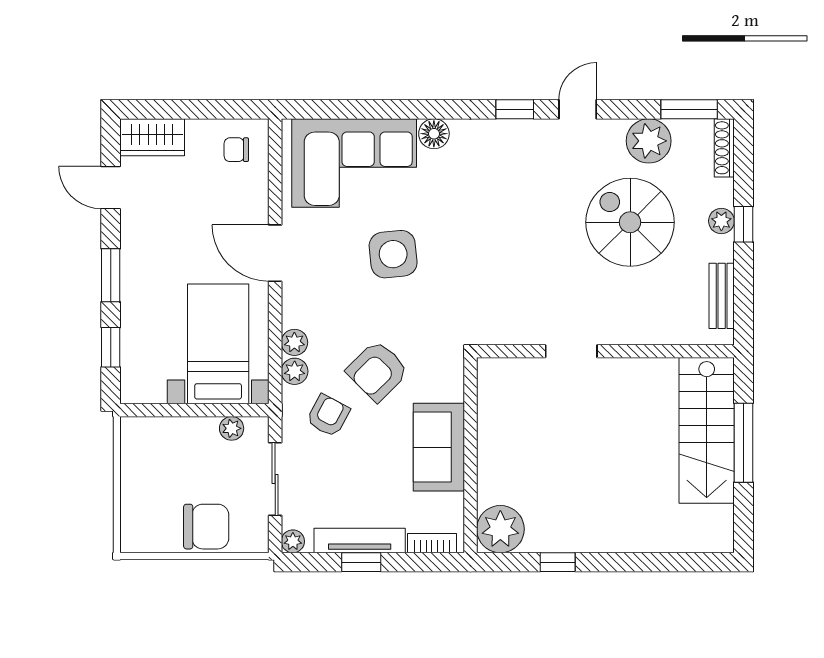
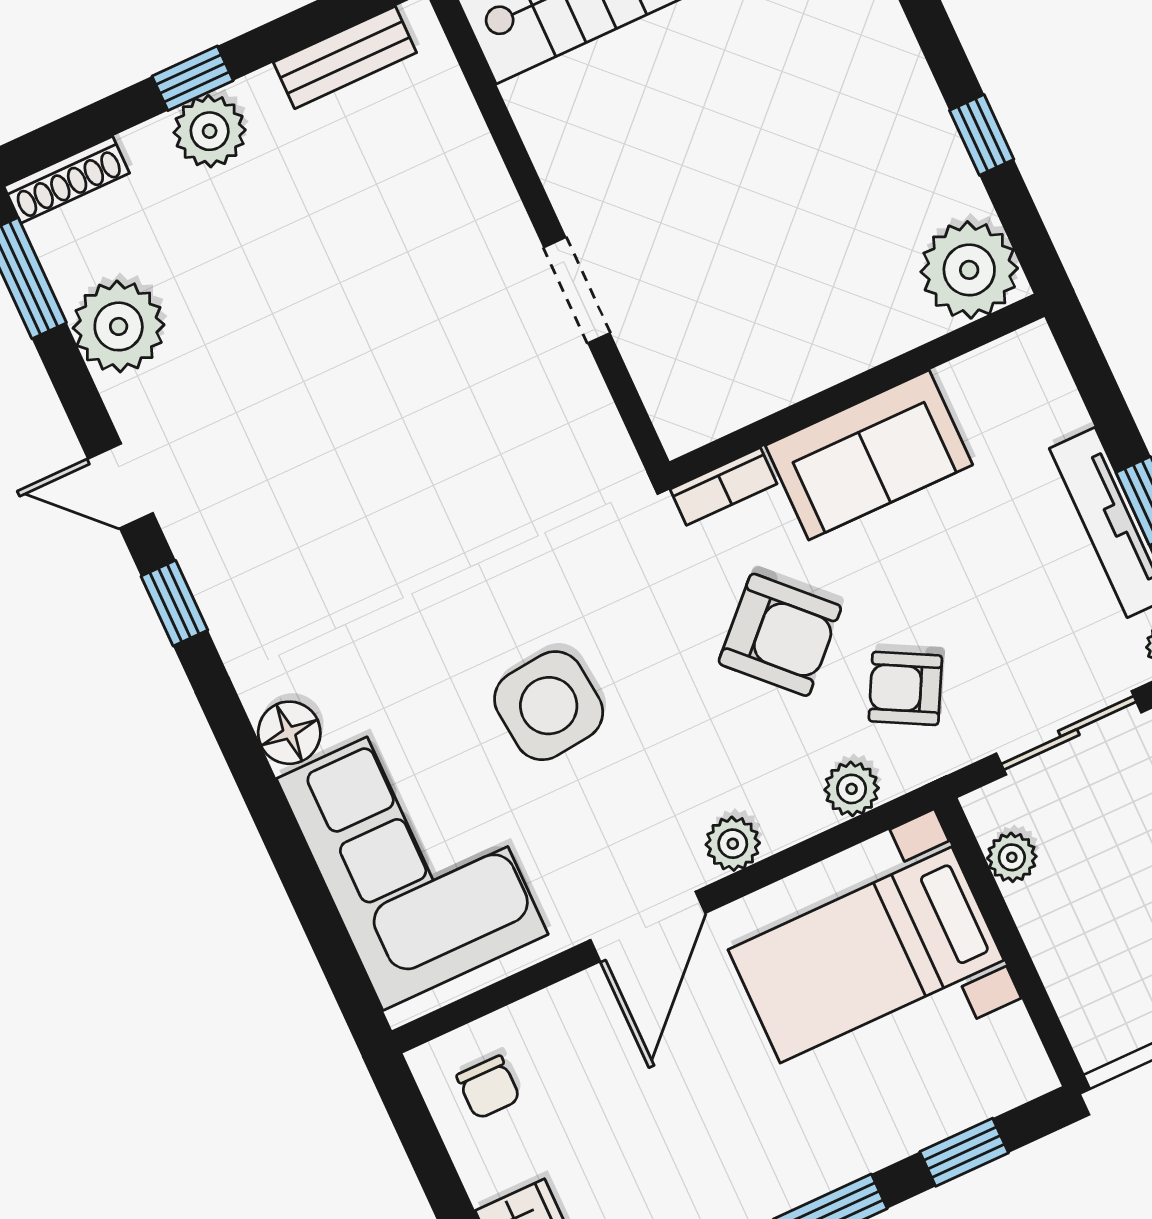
plant: (721, 221) -> (210, 131), width x1.38, depth x1.38
spiral stairs: (630, 222) -> (286, 291), removed
plant: (294, 342) -> (733, 844), moved
bookcase: (432, 543) -> (723, 486), moved, turned -90

